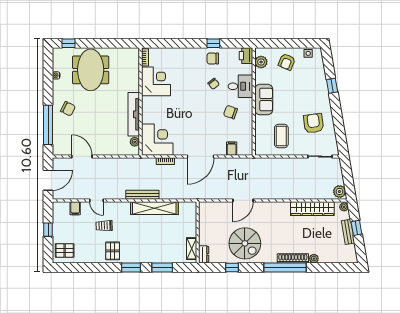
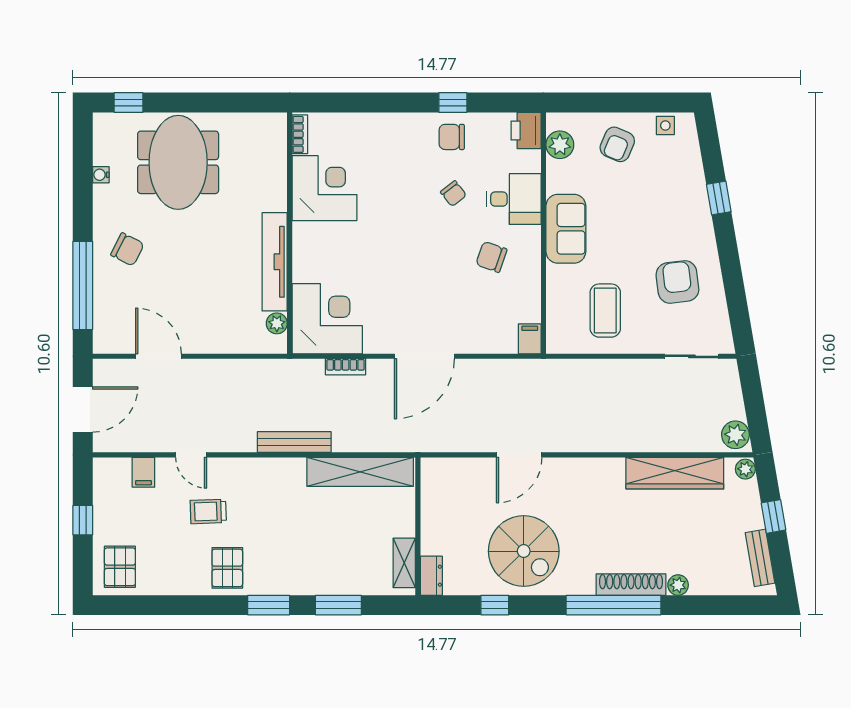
filing cabinet: (232, 149) -> (530, 339), moved
shelving: (154, 208) -> (360, 472), moved
bench: (348, 232) -> (760, 558), moved
pallet: (65, 250) -> (120, 567), turned 90

